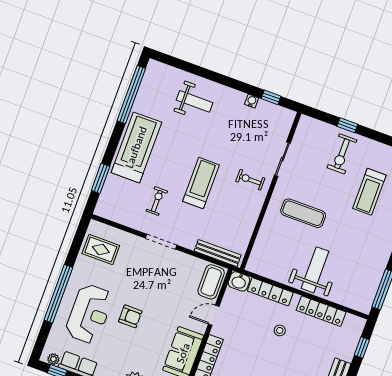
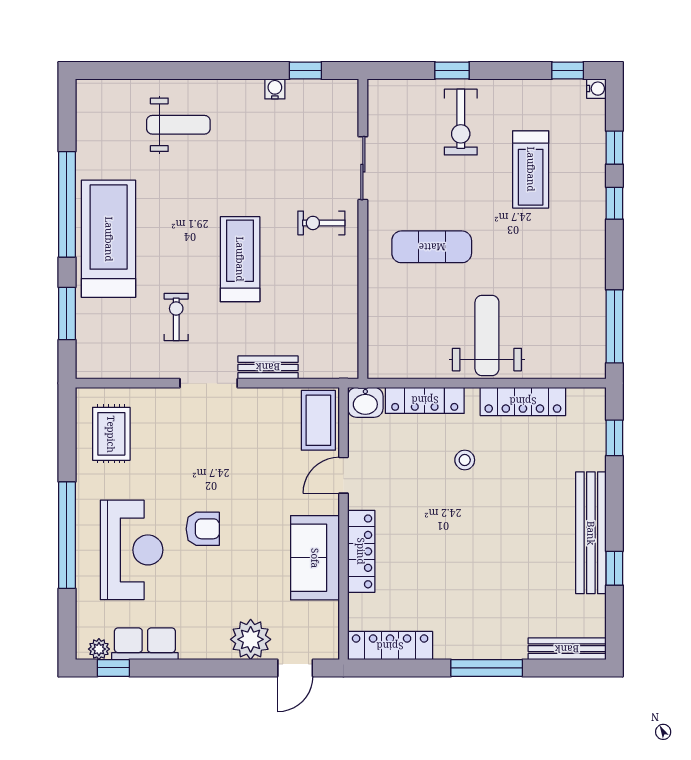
window: (131, 95) -> (67, 204), moved
rug: (101, 249) -> (111, 434), turned 90
bench: (218, 253) -> (268, 367), moved, width x0.73

